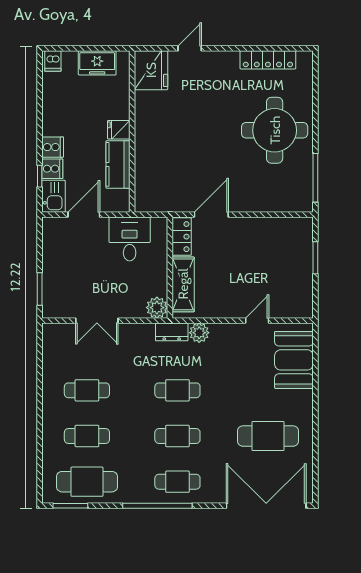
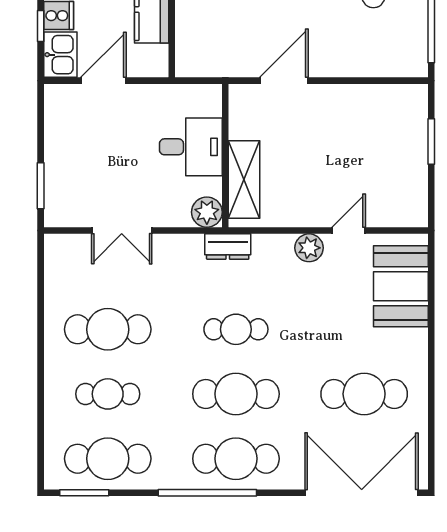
locker: (182, 237) -> (242, 112), removed
desk: (130, 239) -> (191, 147), moved, turned 90
plant: (199, 333) -> (309, 248), moved
cafe table: (87, 390) -> (108, 329), width x1.37, depth x1.35
cafe table: (177, 436) -> (236, 394), width x1.37, depth x1.35
cafe table: (177, 482) -> (236, 459), width x1.37, depth x1.35

